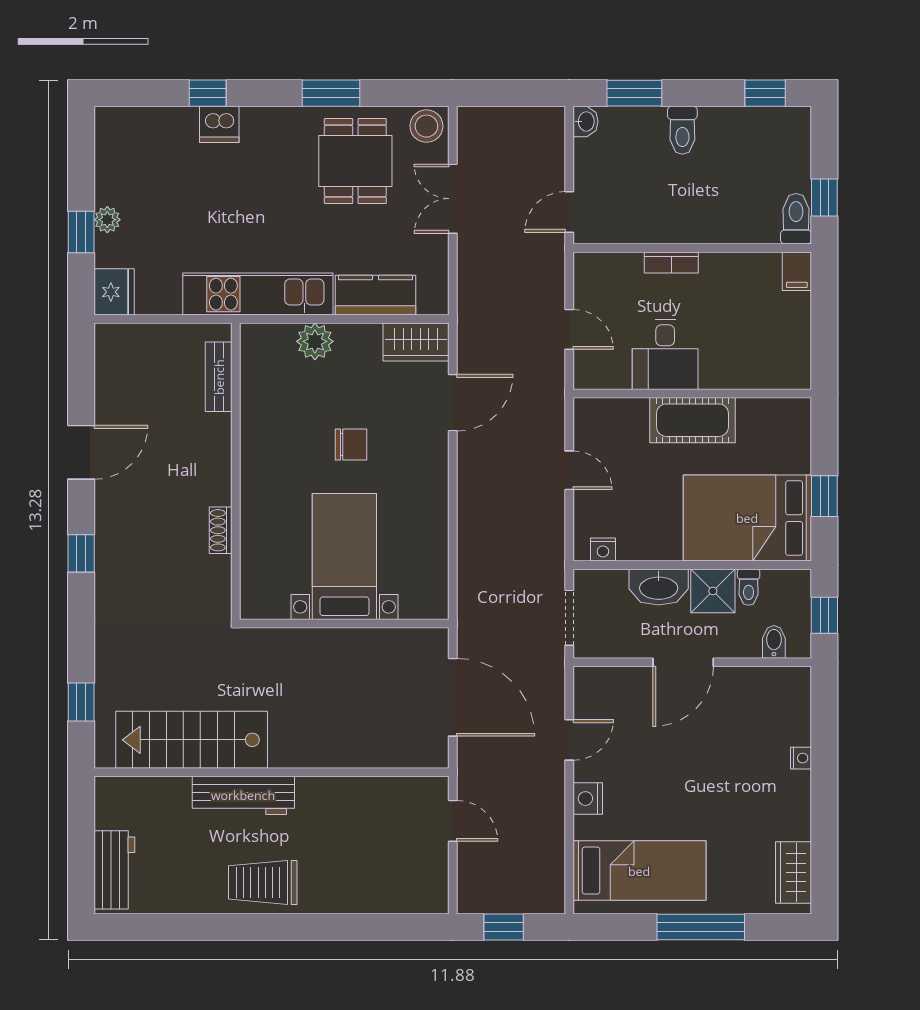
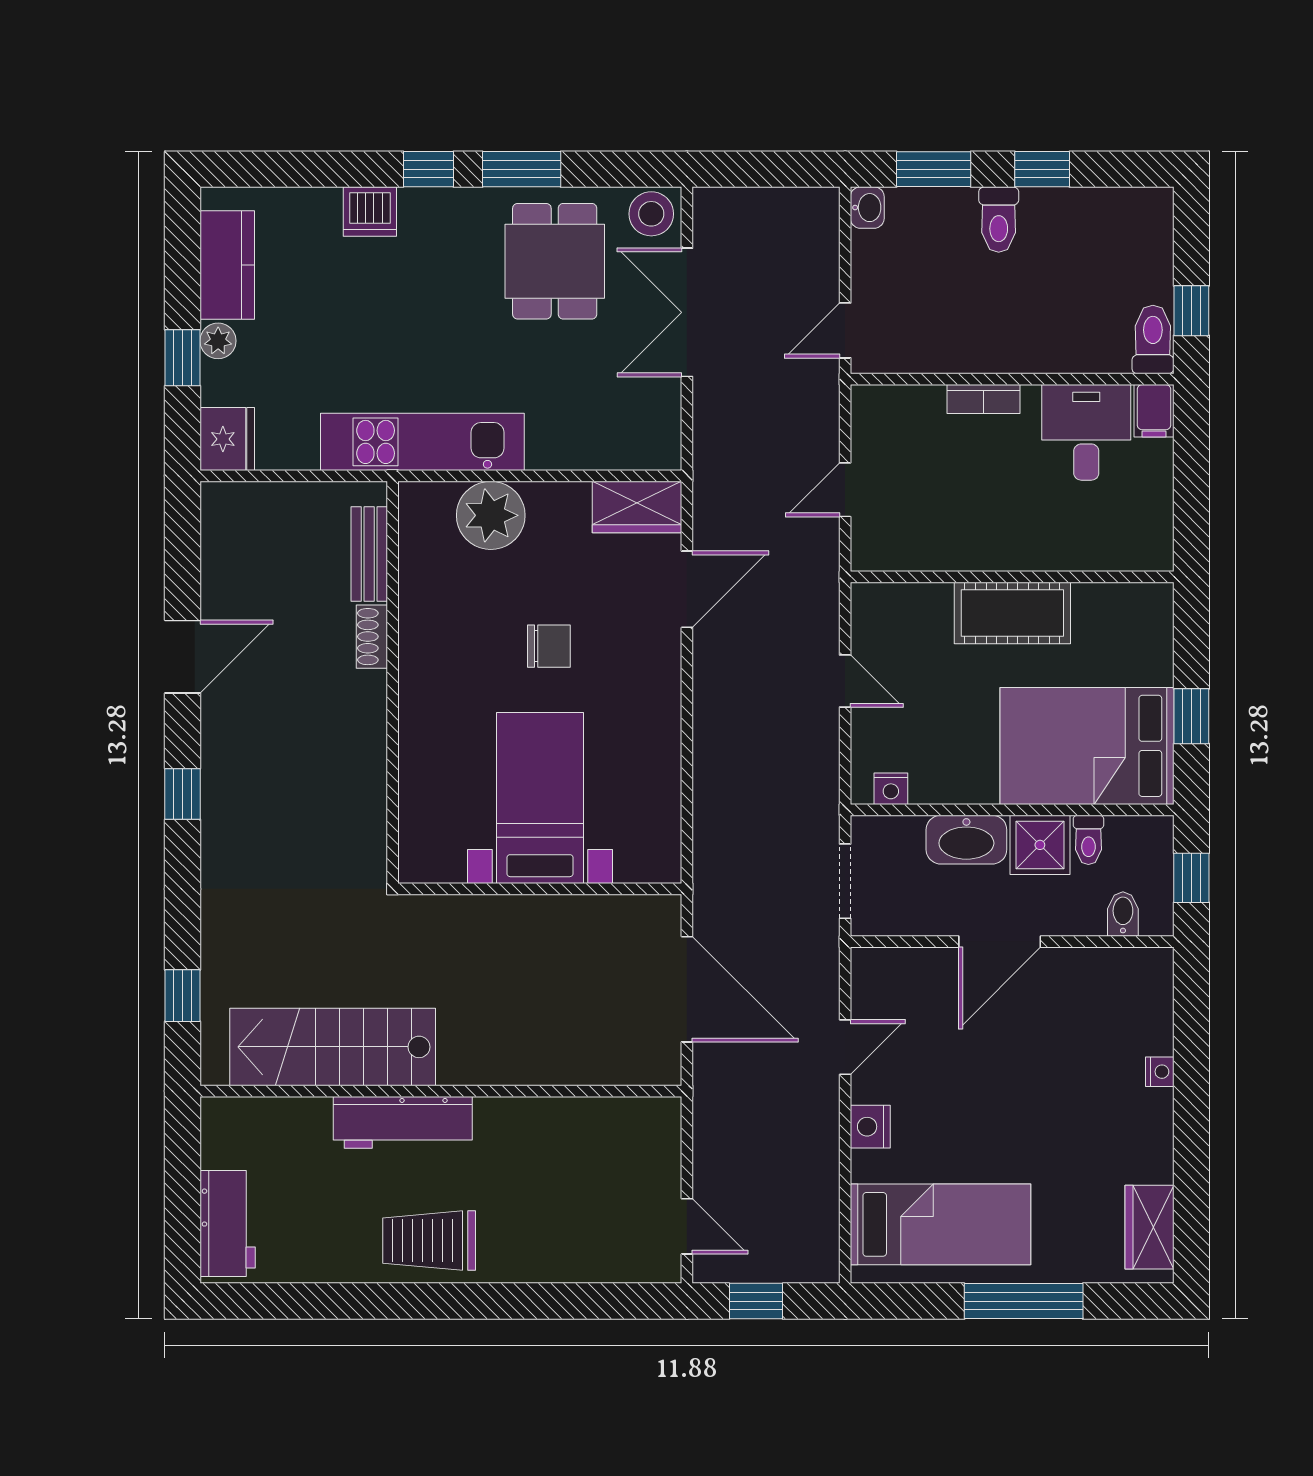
window: (208, 93) -> (428, 169), moved
window: (765, 93) -> (1042, 169), moved
double door: (453, 199) -> (687, 312), width x1.37
kitchen counter: (375, 295) -> (227, 265), moved, turned 90
door: (569, 329) -> (845, 490), swing flipped
plant: (315, 341) -> (491, 515), width x1.36, depth x1.36
desk: (665, 354) -> (1086, 432), moved, turned 180
shoe rack: (221, 530) -> (372, 637), moved
door: (453, 821) -> (687, 1226), moved

